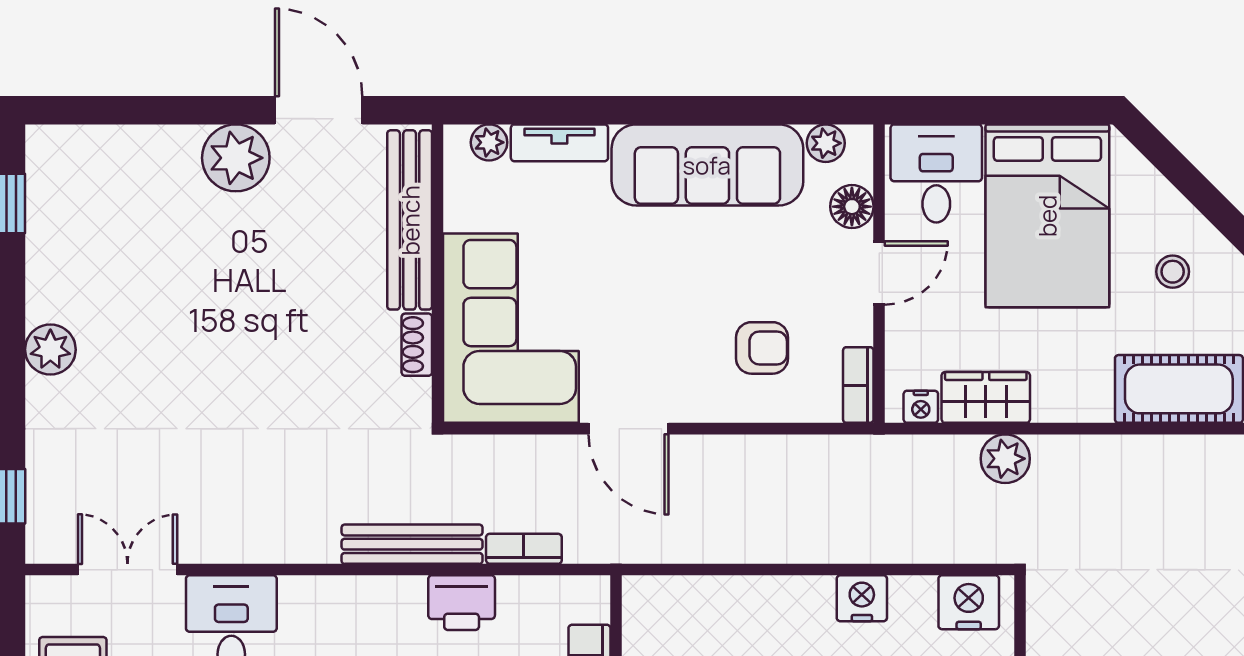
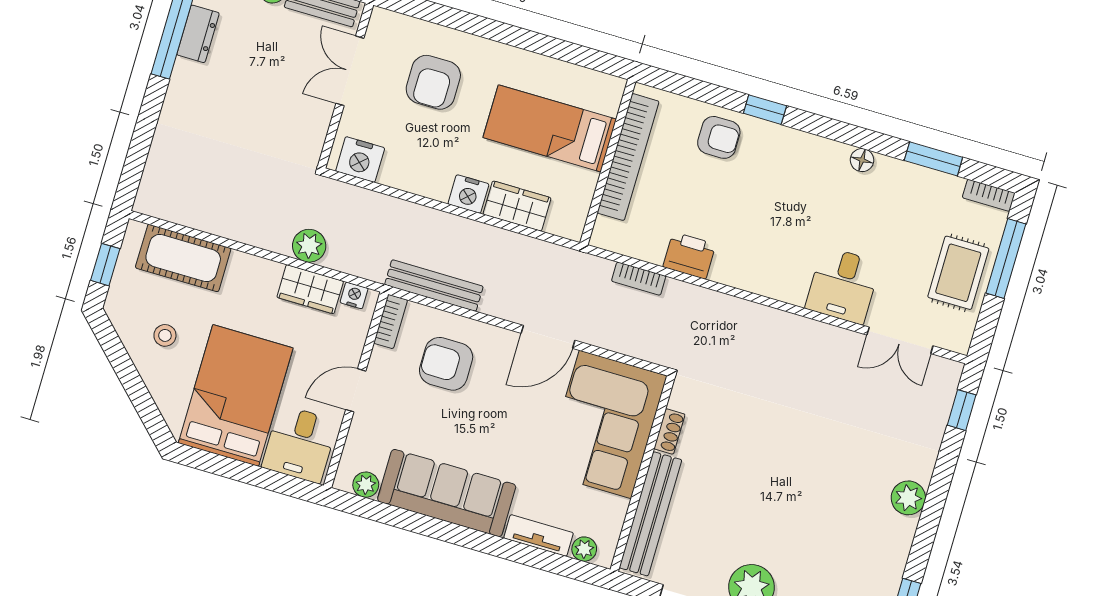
floor lamp: (852, 207) -> (361, 439), removed
armchair: (762, 348) -> (446, 364), width x1.38, depth x1.38
door: (628, 429) -> (548, 337), swing flipped
bench: (412, 544) -> (434, 286), moved
nightstand: (862, 598) -> (468, 194), moved
wardrobe: (727, 601) -> (517, 206), added

